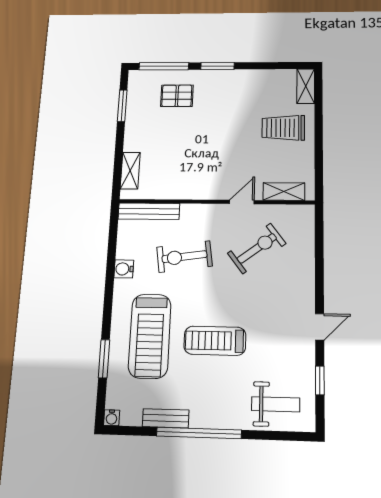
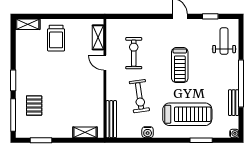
exercise bike: (257, 248) -> (134, 53), turned 37
treadmill: (215, 341) -> (180, 65), moved

